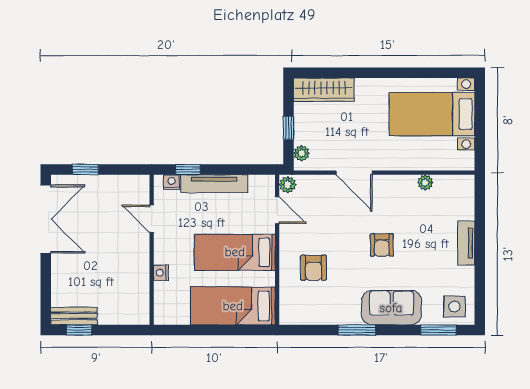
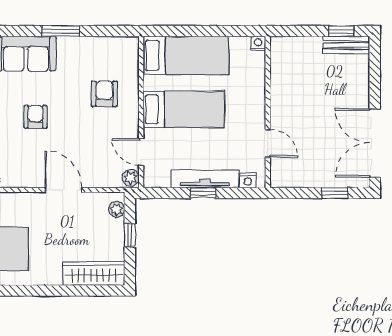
window: (188, 170) -> (203, 193), moved
nightstand: (161, 273) -> (258, 44), moved, turned -90

